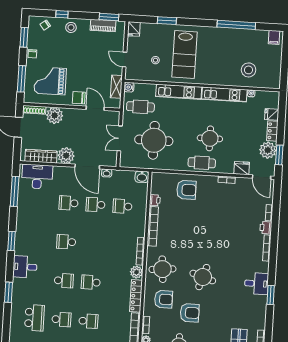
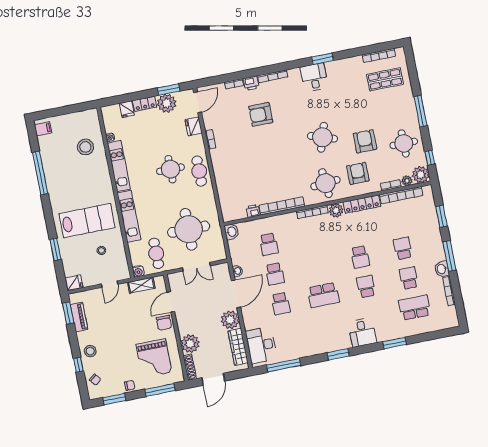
armchair: (186, 190) -> (261, 114), moved, turned -90
school desk: (66, 242) -> (323, 295), width x1.85

